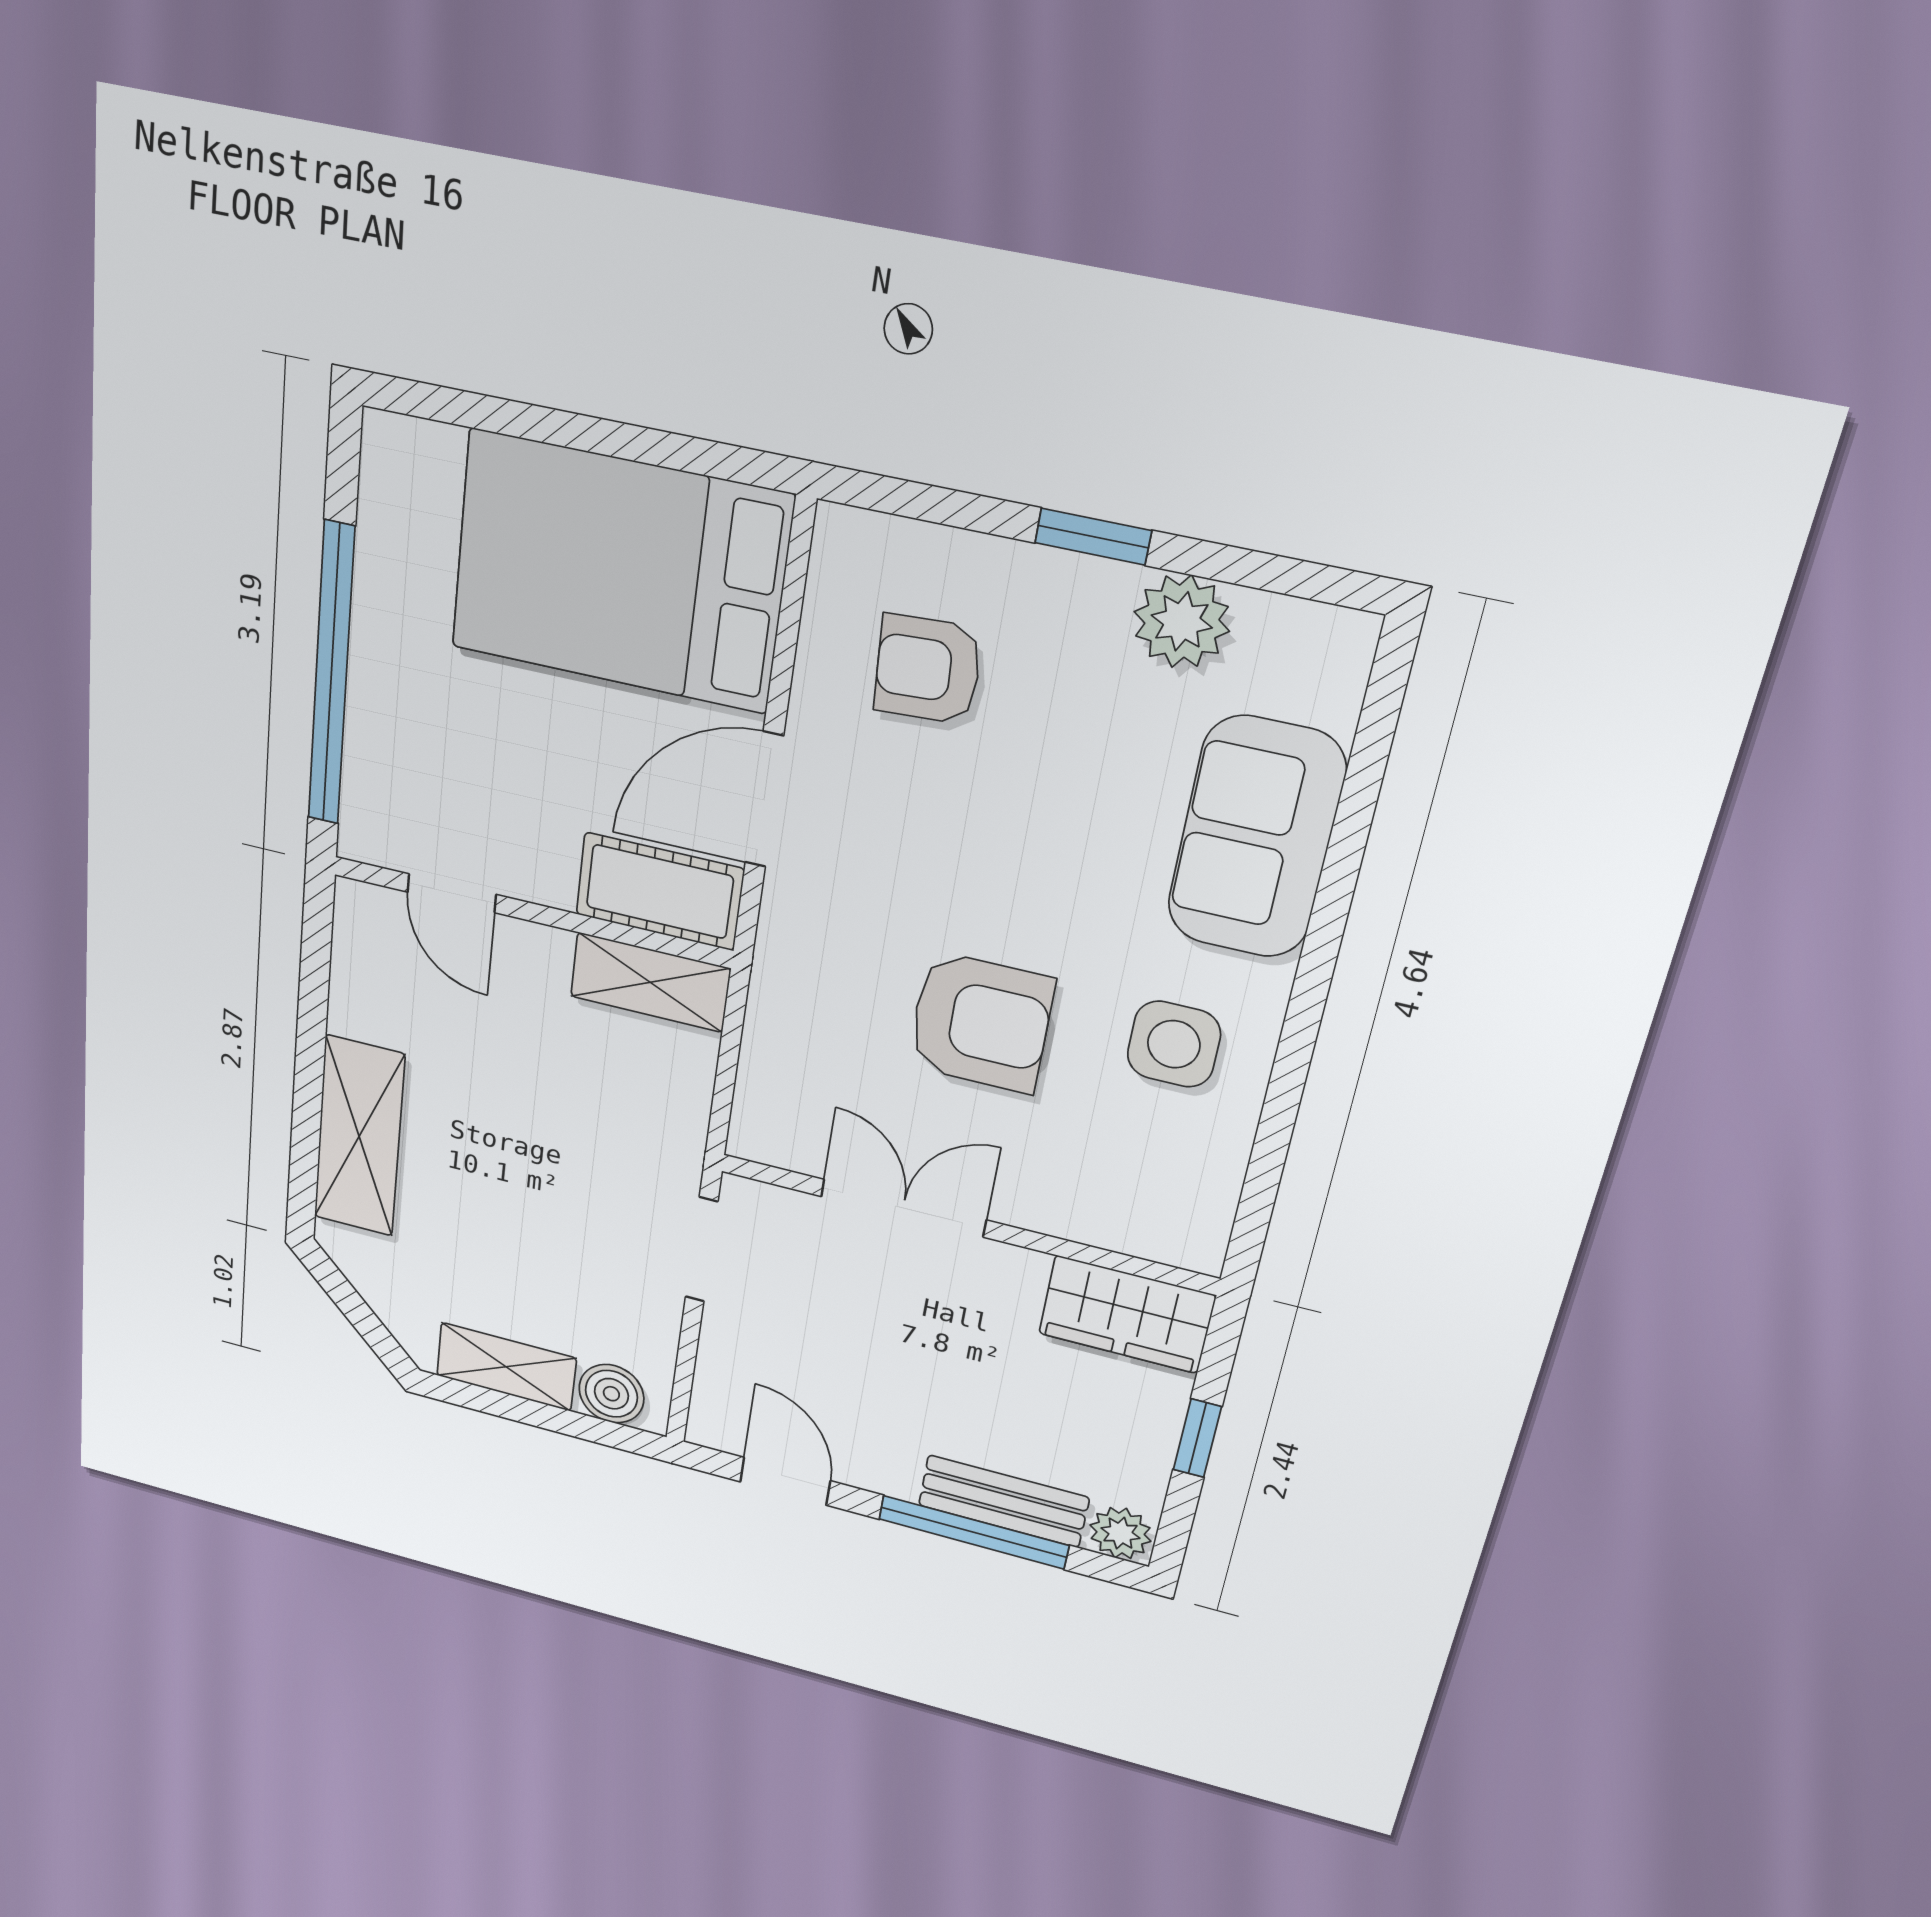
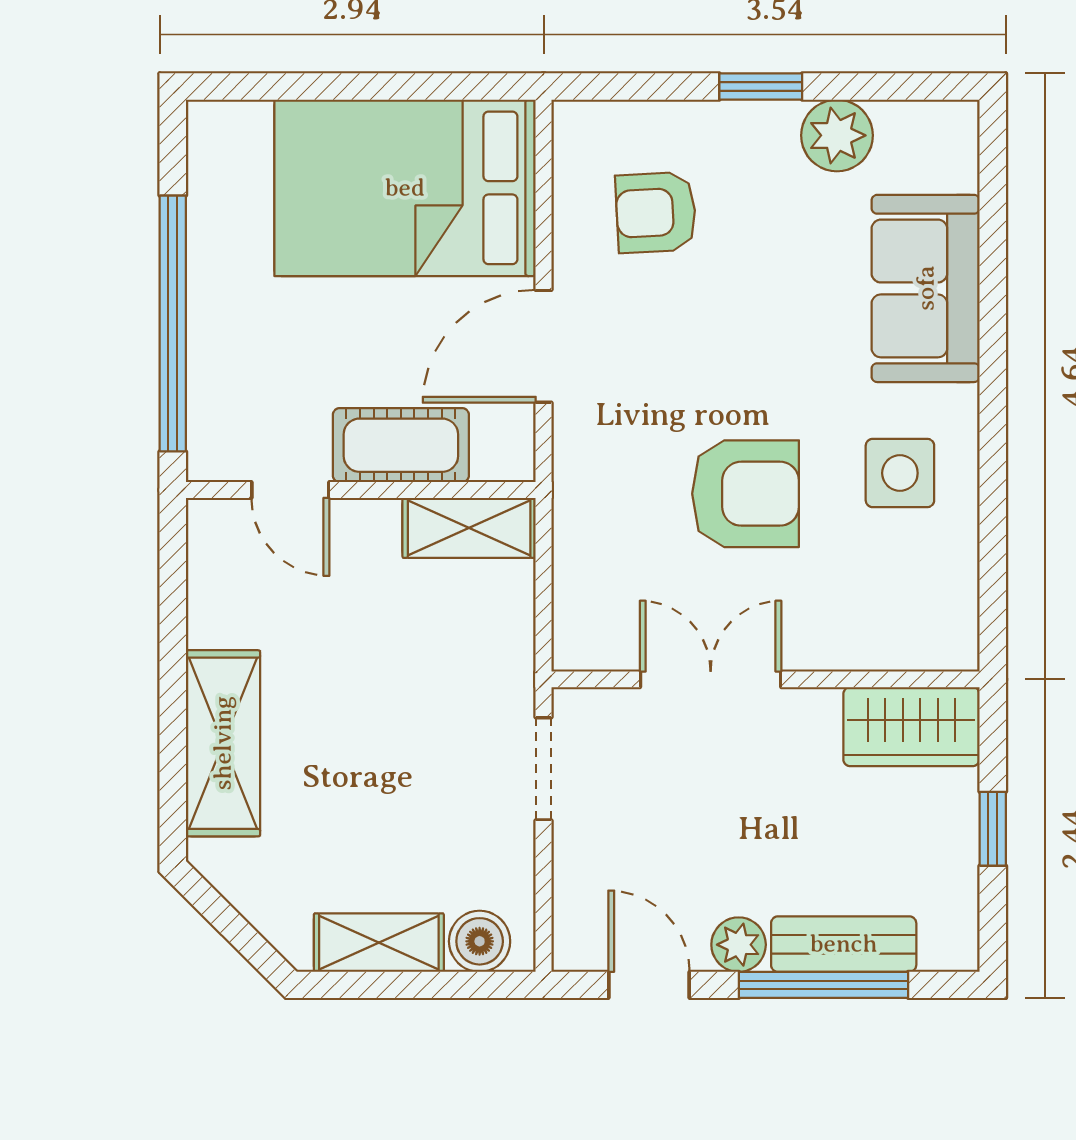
cot: (660, 892) -> (401, 445), moved
plant: (1120, 1533) -> (739, 945), moved

